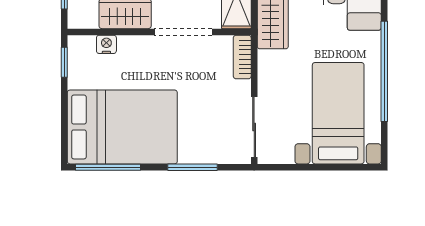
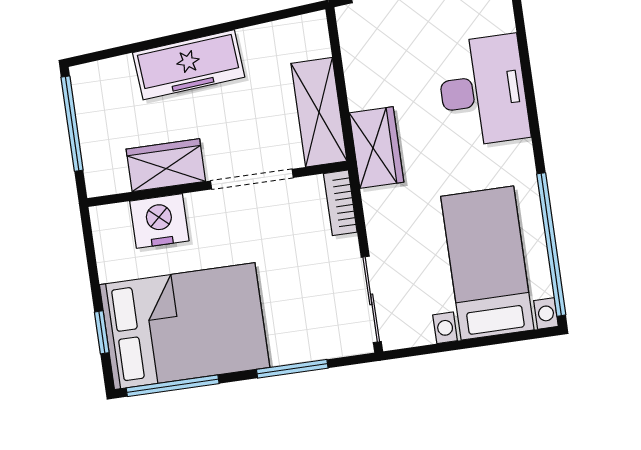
nightstand: (106, 44) -> (159, 221), width x1.89, depth x1.79
window: (64, 62) -> (102, 332), moved
window: (384, 71) -> (551, 244), moved

